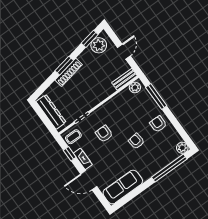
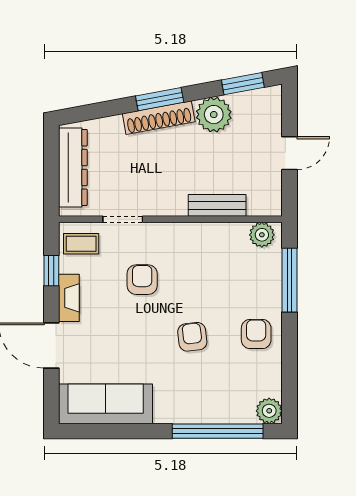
plant: (99, 45) -> (214, 115), moved
bench: (124, 79) -> (217, 205), moved

